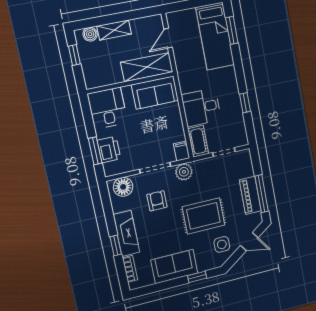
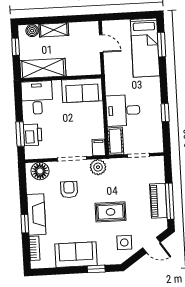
door: (168, 38) -> (101, 44), swing flipped
shelving: (147, 67) -> (43, 68), moved
rug: (204, 216) -> (111, 212), width x0.73, depth x0.70

